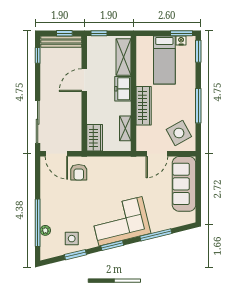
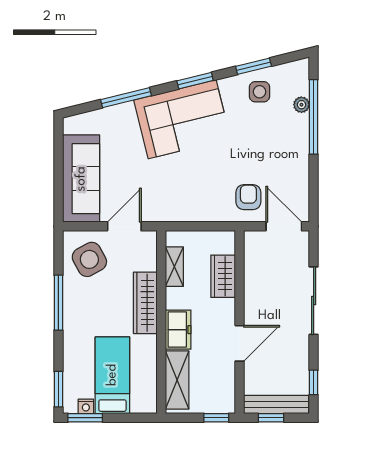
sliding door: (38, 122) -> (314, 301), moved
wardrobe: (95, 138) -> (223, 276), moved

